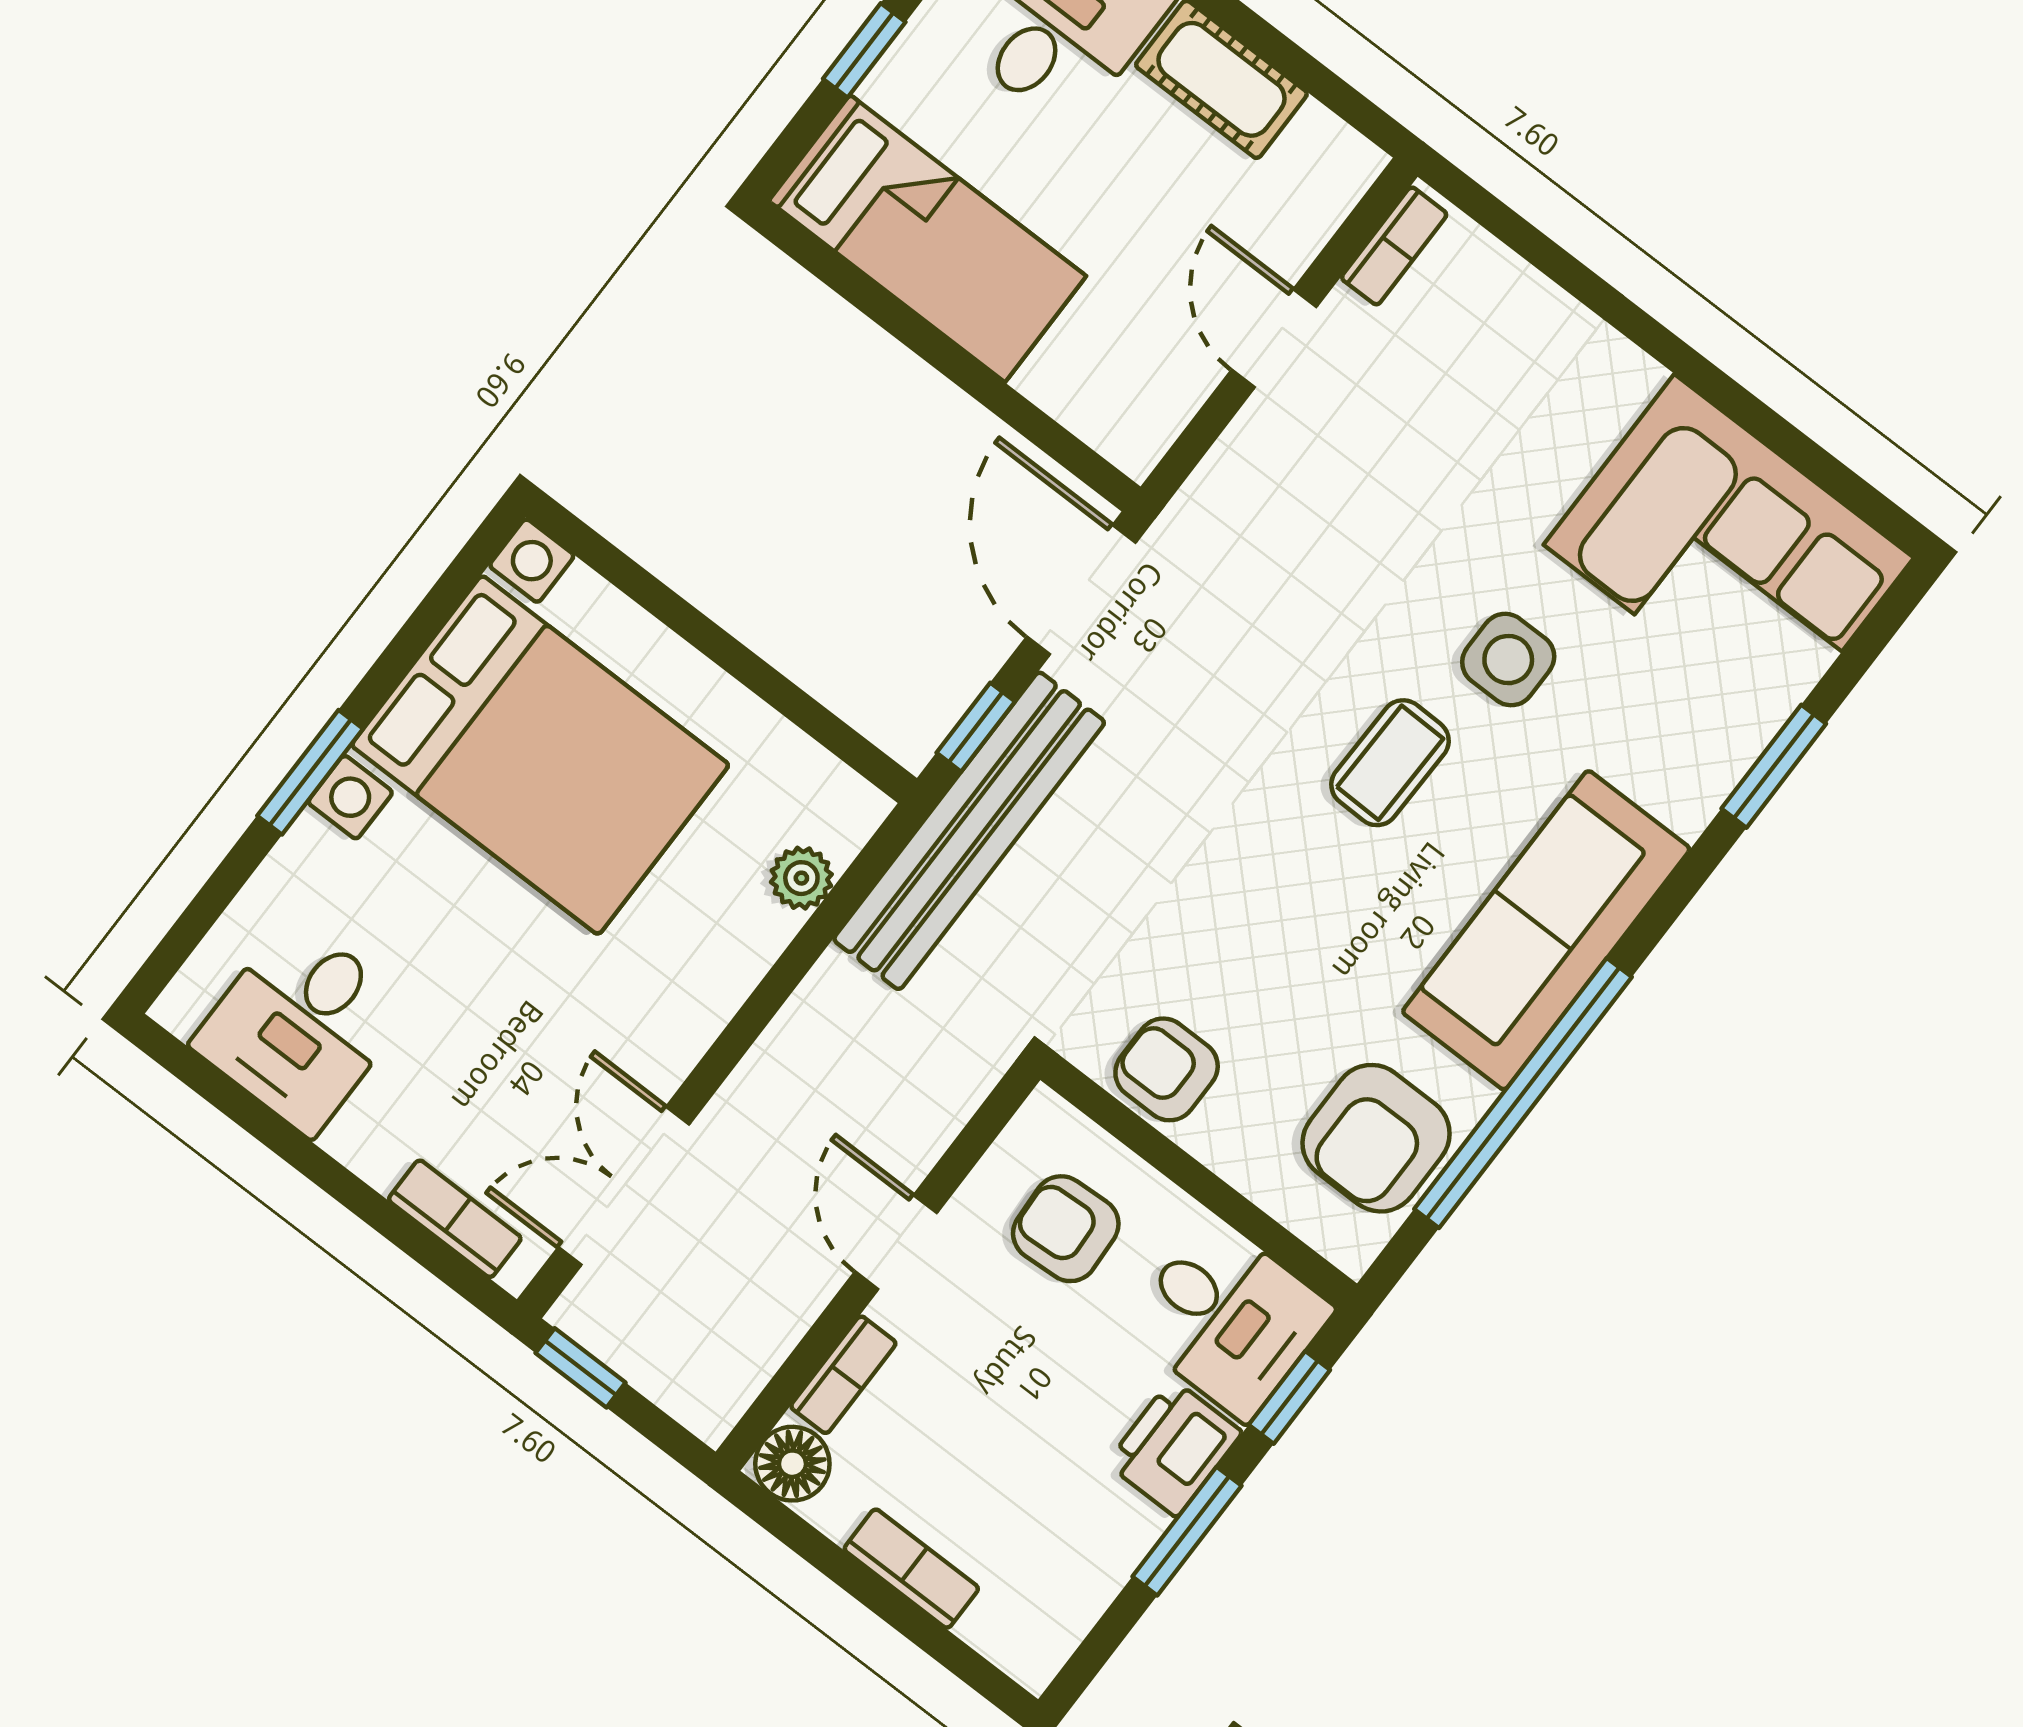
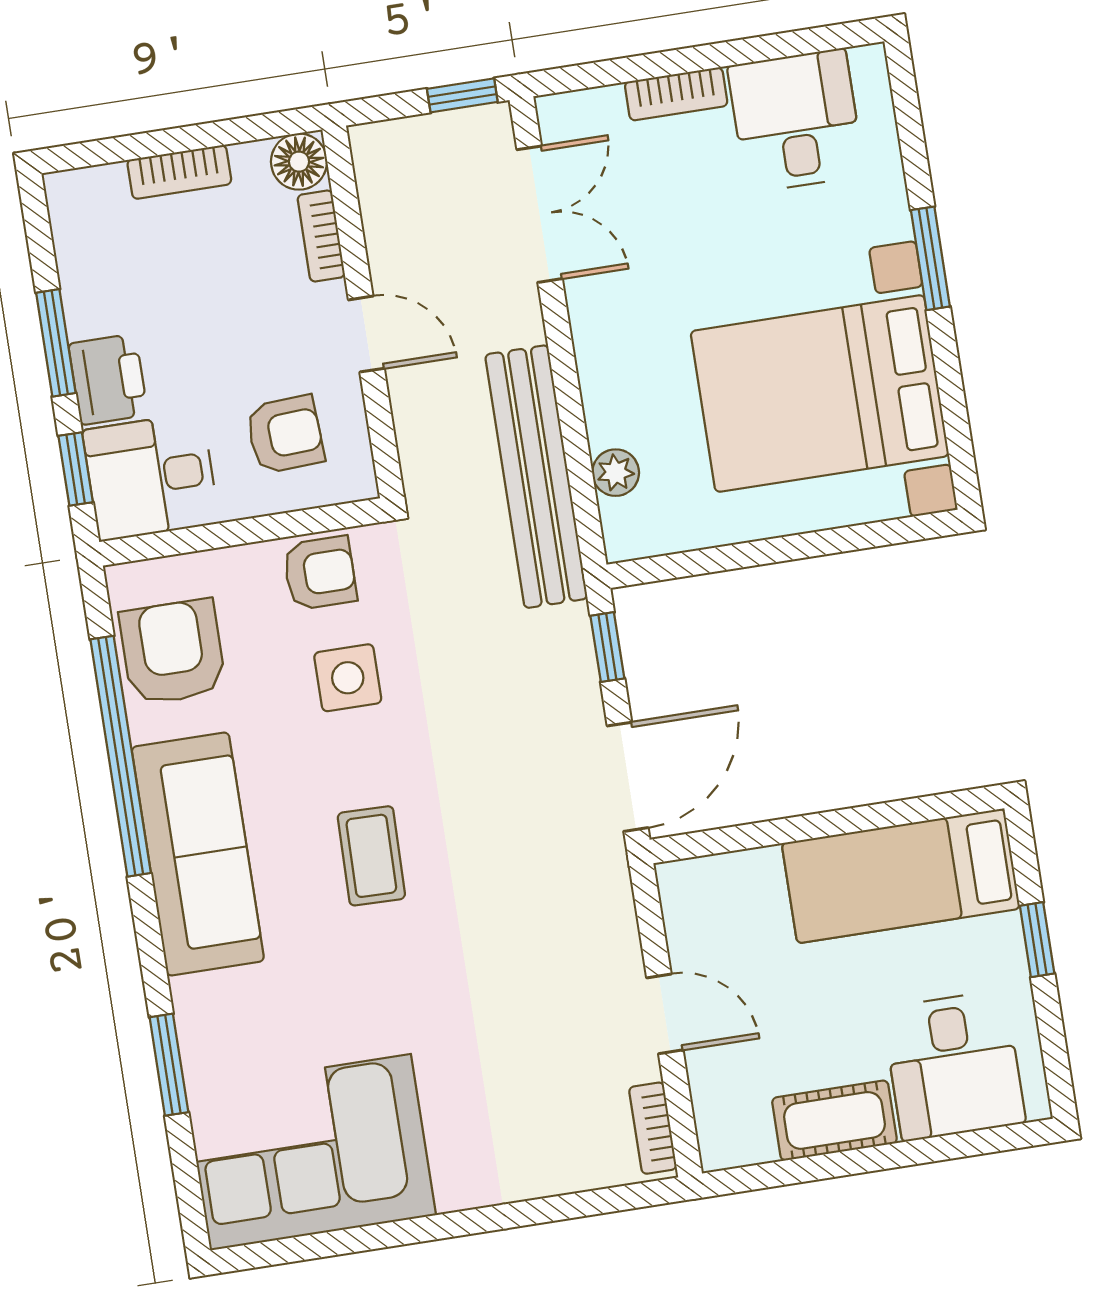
door: (1081, 590) -> (628, 777), hinge flipped
side table: (1508, 660) -> (348, 678), moved
bench: (969, 831) -> (536, 477), moved
bookcase: (455, 1219) -> (676, 94), moved

